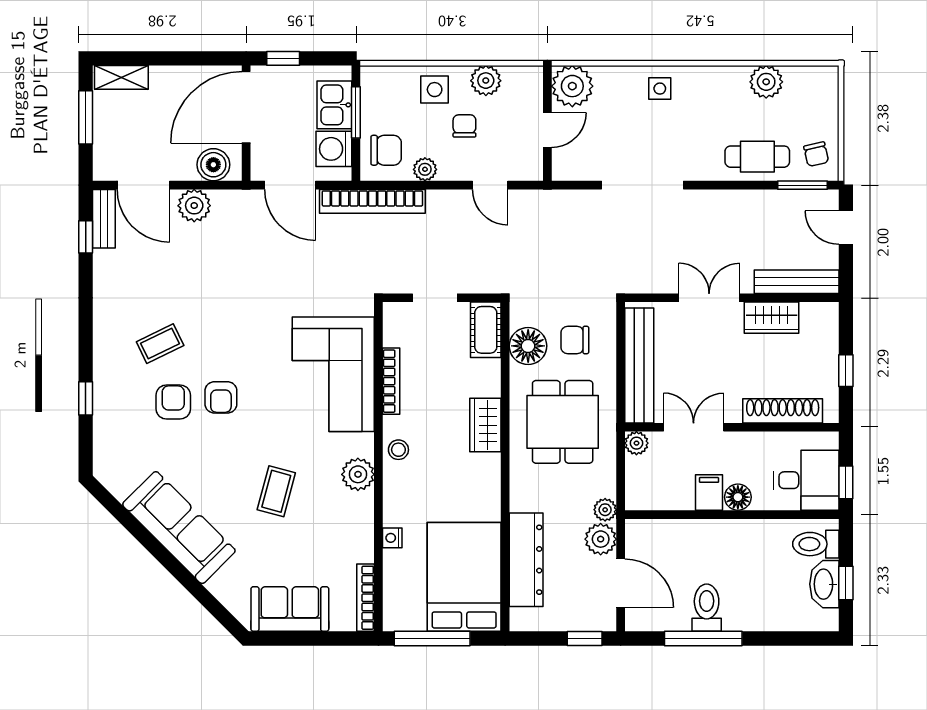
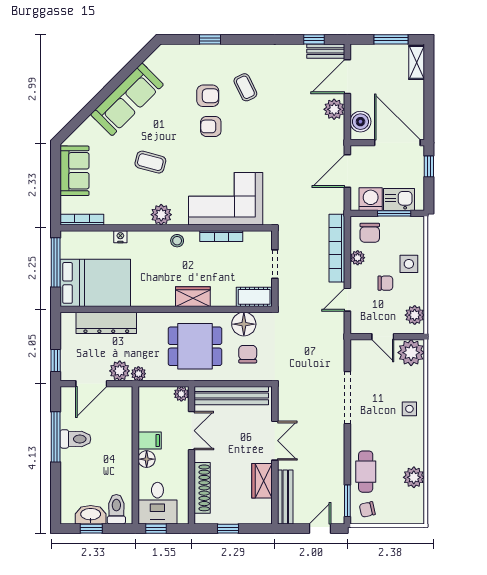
plant: (486, 81) -> (415, 315), moved
bookcase: (372, 201) -> (337, 248), moved

